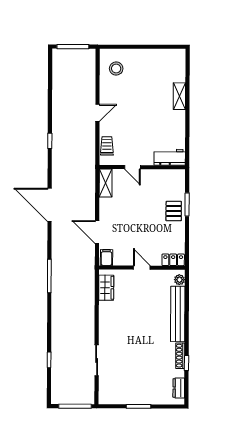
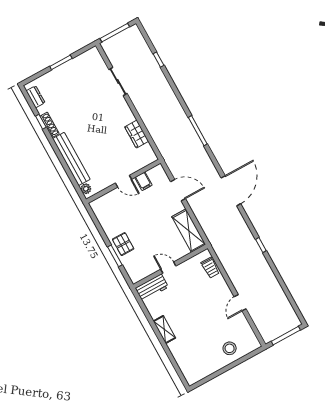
stool: (116, 69) -> (230, 348), moved
shelving: (179, 96) -> (164, 329), moved
door: (97, 113) -> (240, 303), moved
door: (132, 167) -> (168, 268), moved
shelving: (106, 183) -> (189, 231), width x1.50, depth x1.33
door: (50, 205) -> (231, 191), hinge flipped
filing cabinet: (106, 257) -> (143, 181), moved
locker: (173, 260) -> (101, 203), removed
wardrobe: (106, 288) -> (137, 134), moved

